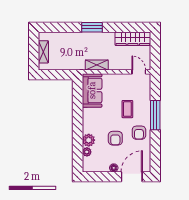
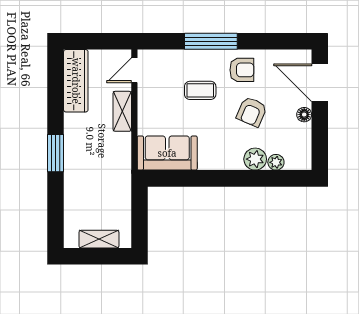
shelving: (97, 65) -> (122, 111), moved
armchair: (115, 138) -> (252, 112), turned 113

